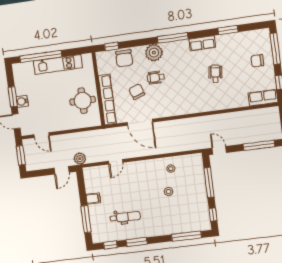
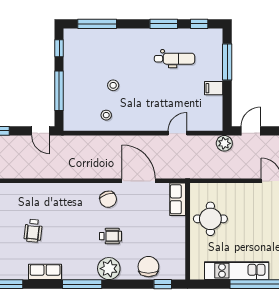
chair: (137, 92) -> (108, 199), moved
row of seats: (107, 100) -> (178, 199), width x0.50
dental chair: (125, 217) -> (175, 59), turned 180

